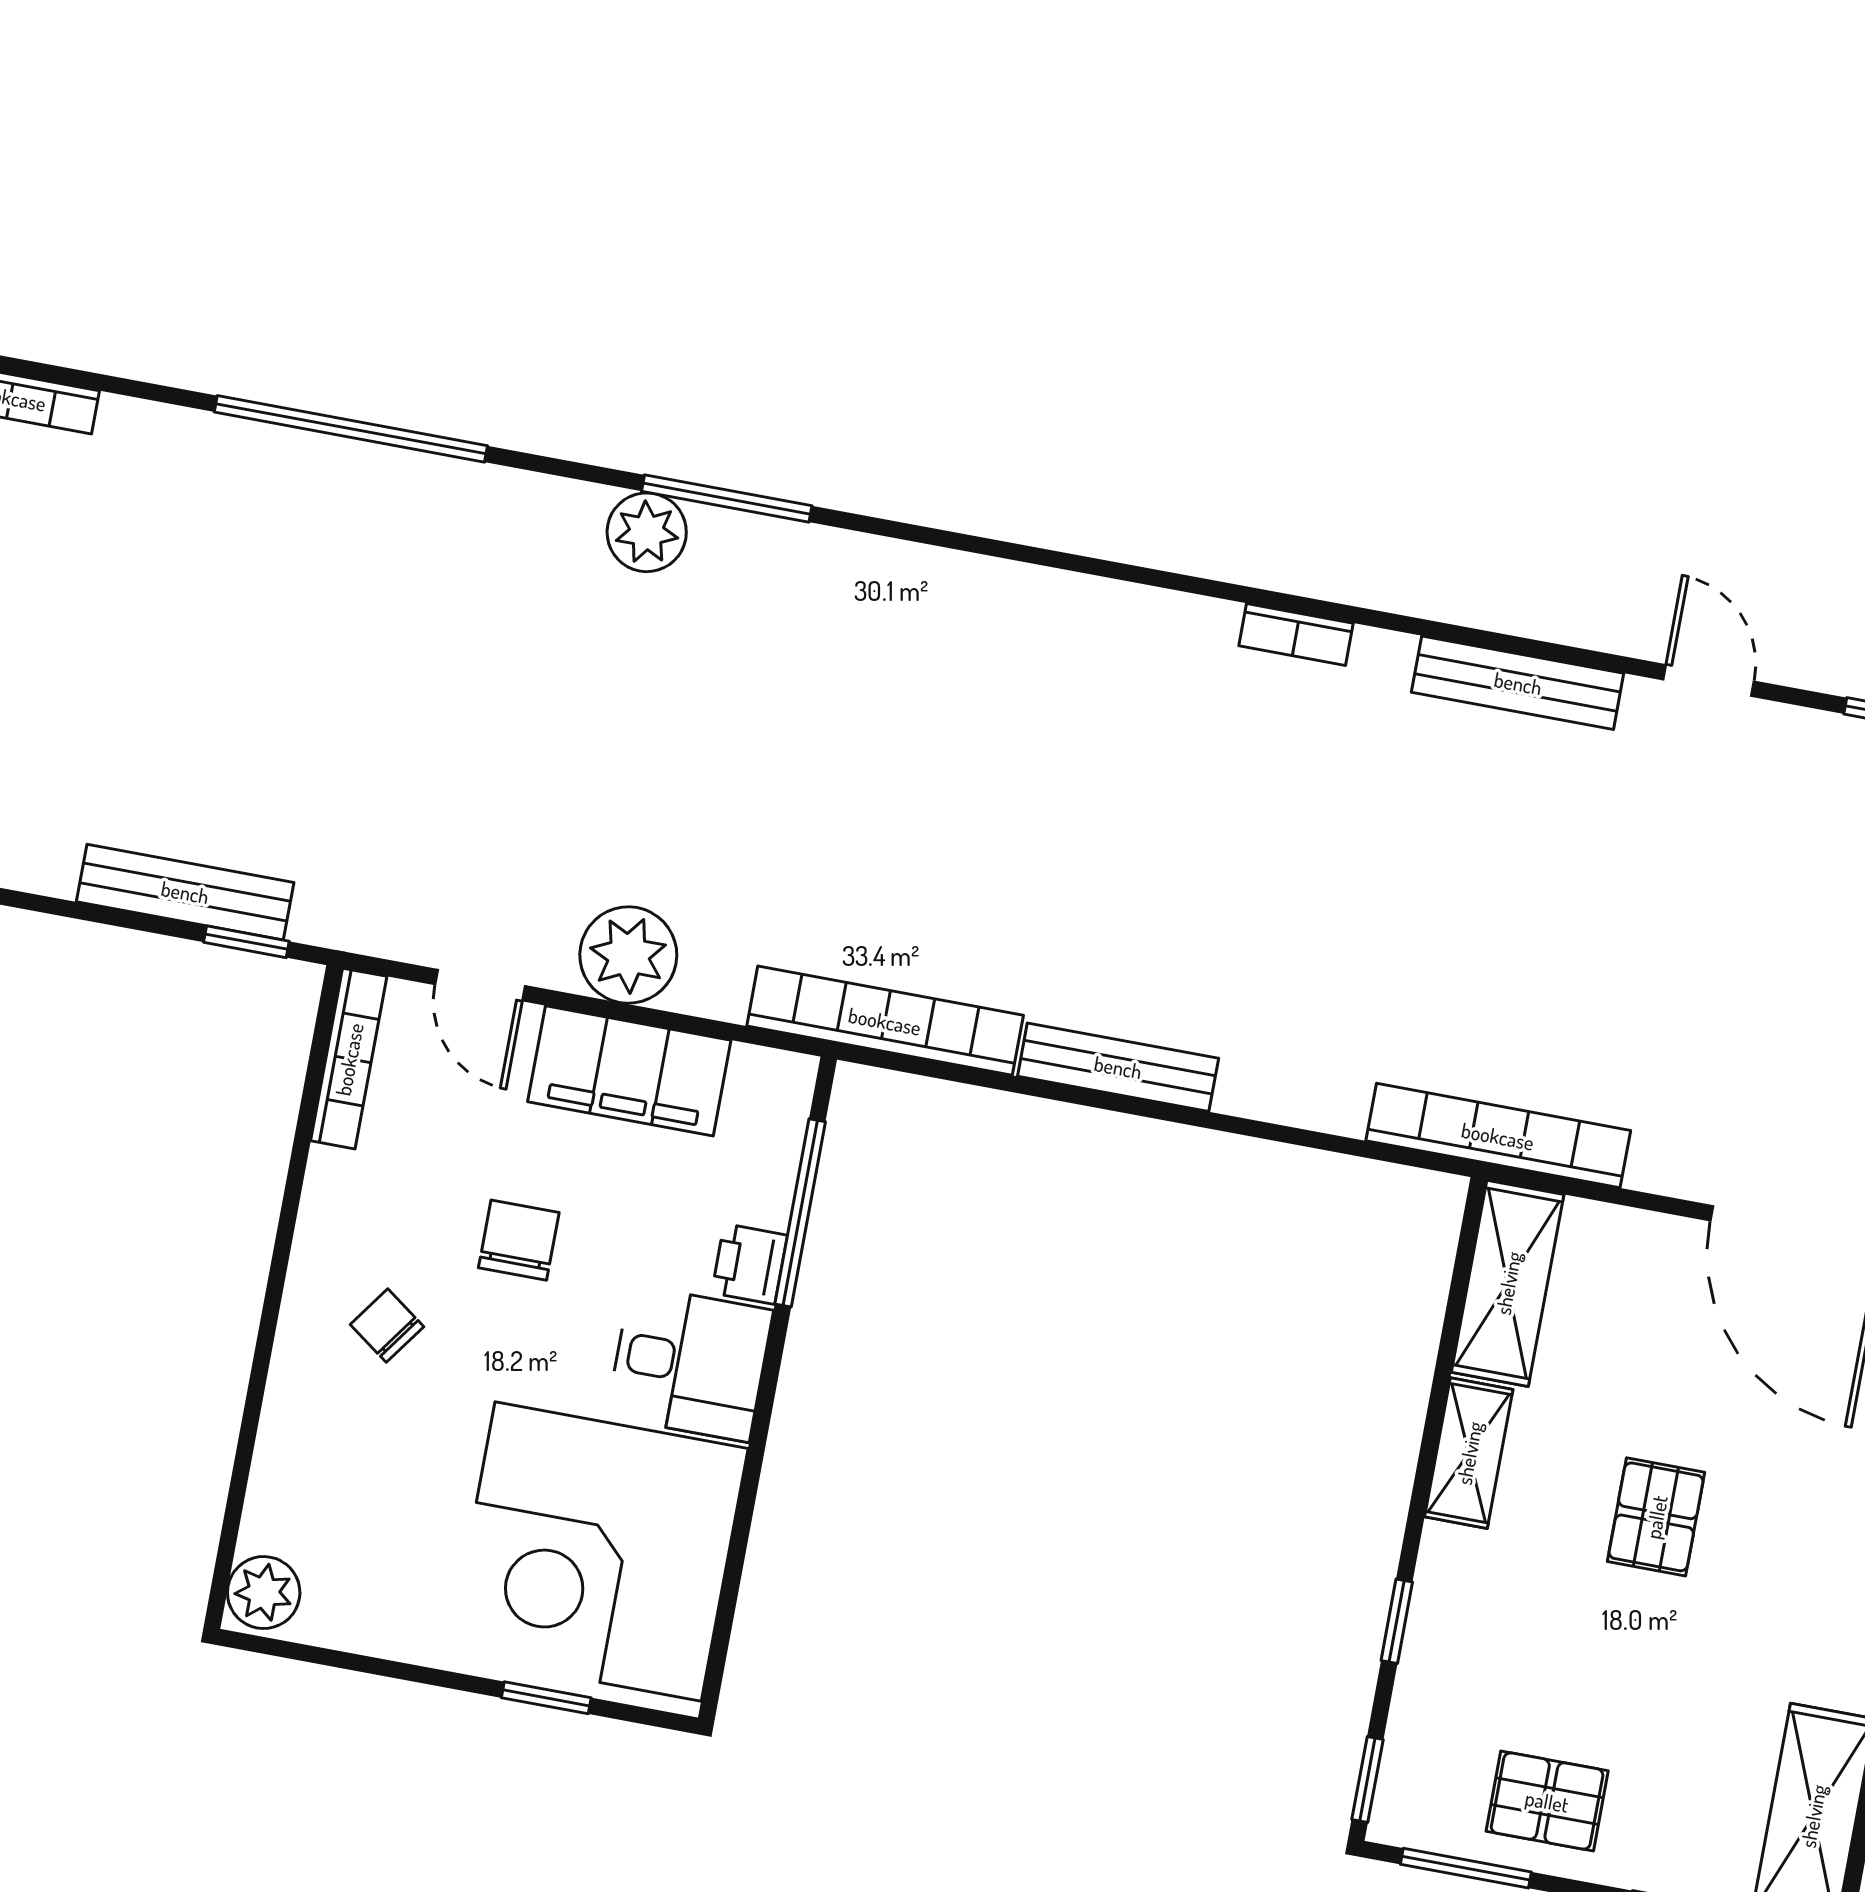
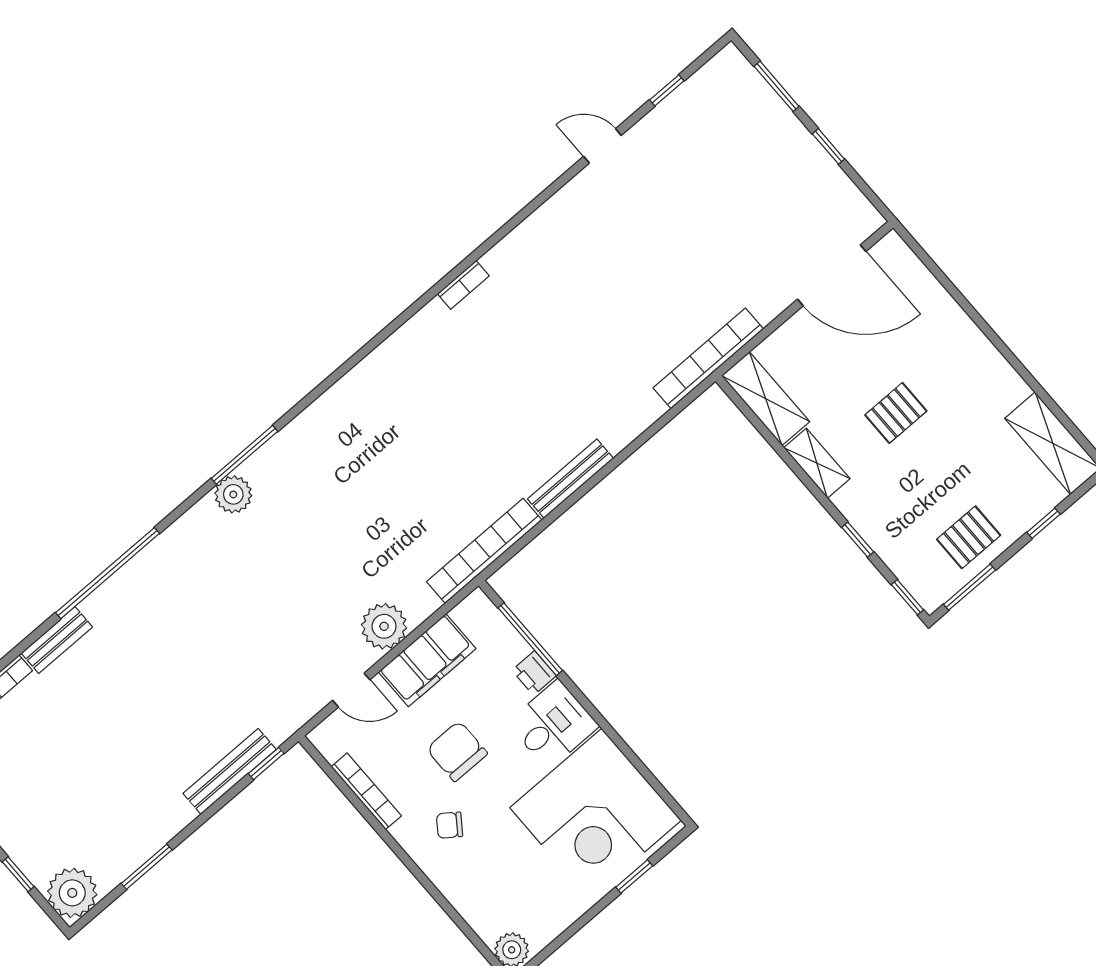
bench: (1518, 683) -> (57, 640), moved, width x0.73
bookcase: (349, 1059) -> (366, 791), moved
chair: (519, 1240) -> (457, 751), width x1.37, depth x1.37
pallet: (1656, 1517) -> (896, 413), turned 90

